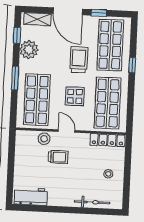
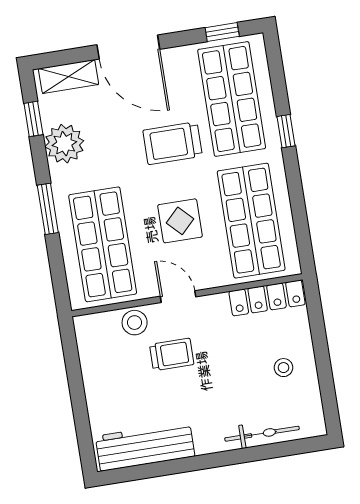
window: (99, 13) -> (222, 32), moved
trolley: (79, 60) -> (173, 143), turned -90
workbench: (31, 196) -> (145, 446), width x1.38

